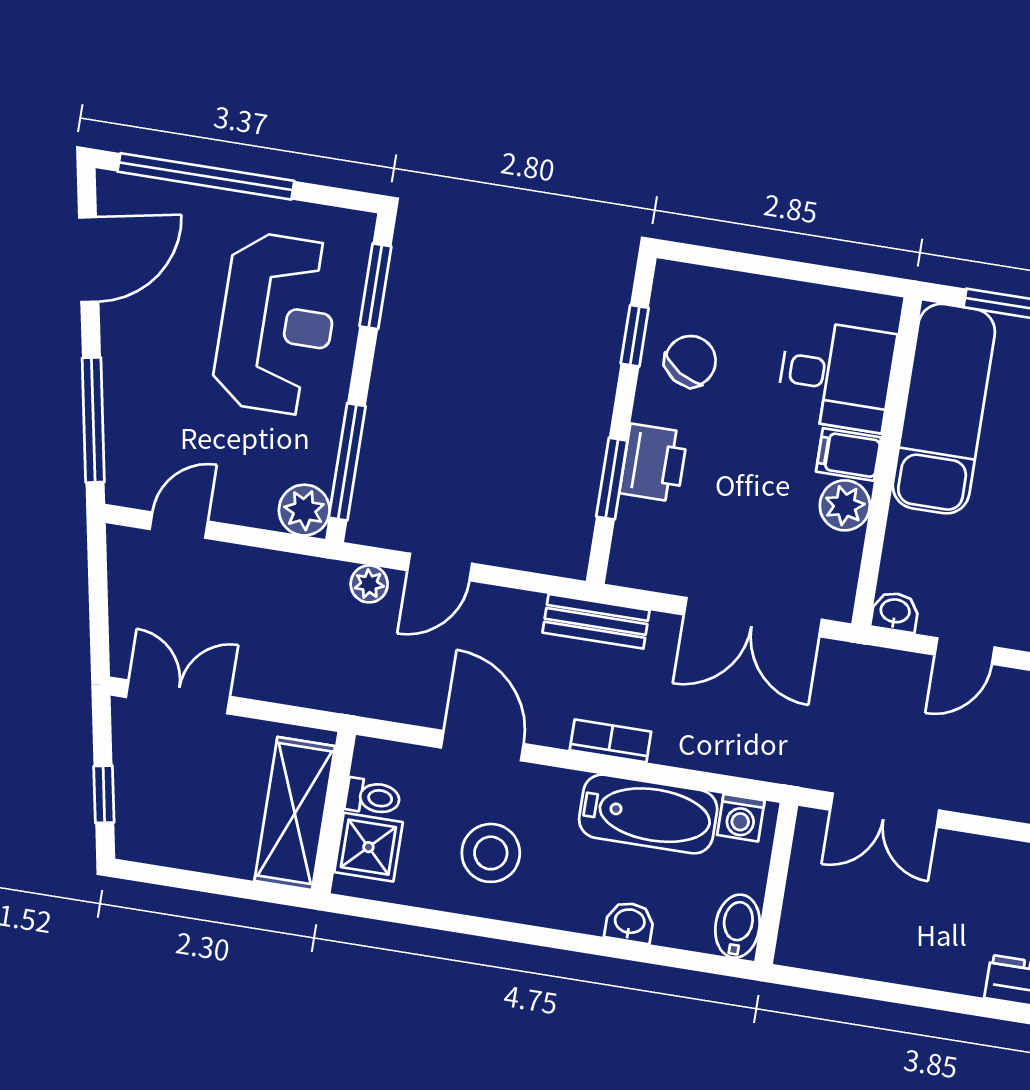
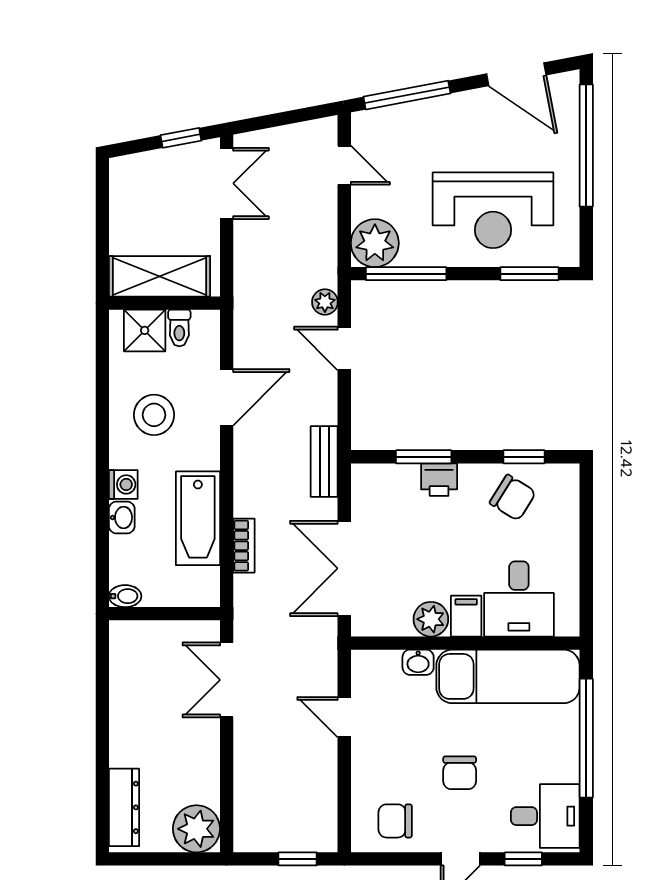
printer: (654, 463) -> (439, 480), width x0.73, depth x0.81
plant: (304, 510) -> (375, 243), width x1.36, depth x1.36
washbasin: (895, 612) -> (418, 662), moved, turned 90
bookcase: (610, 741) -> (244, 546), moved
window: (104, 794) -> (181, 138), moved
washing machine: (741, 818) -> (123, 484), moved, turned 180
bidet: (738, 926) -> (125, 596), width x0.72, depth x0.74

